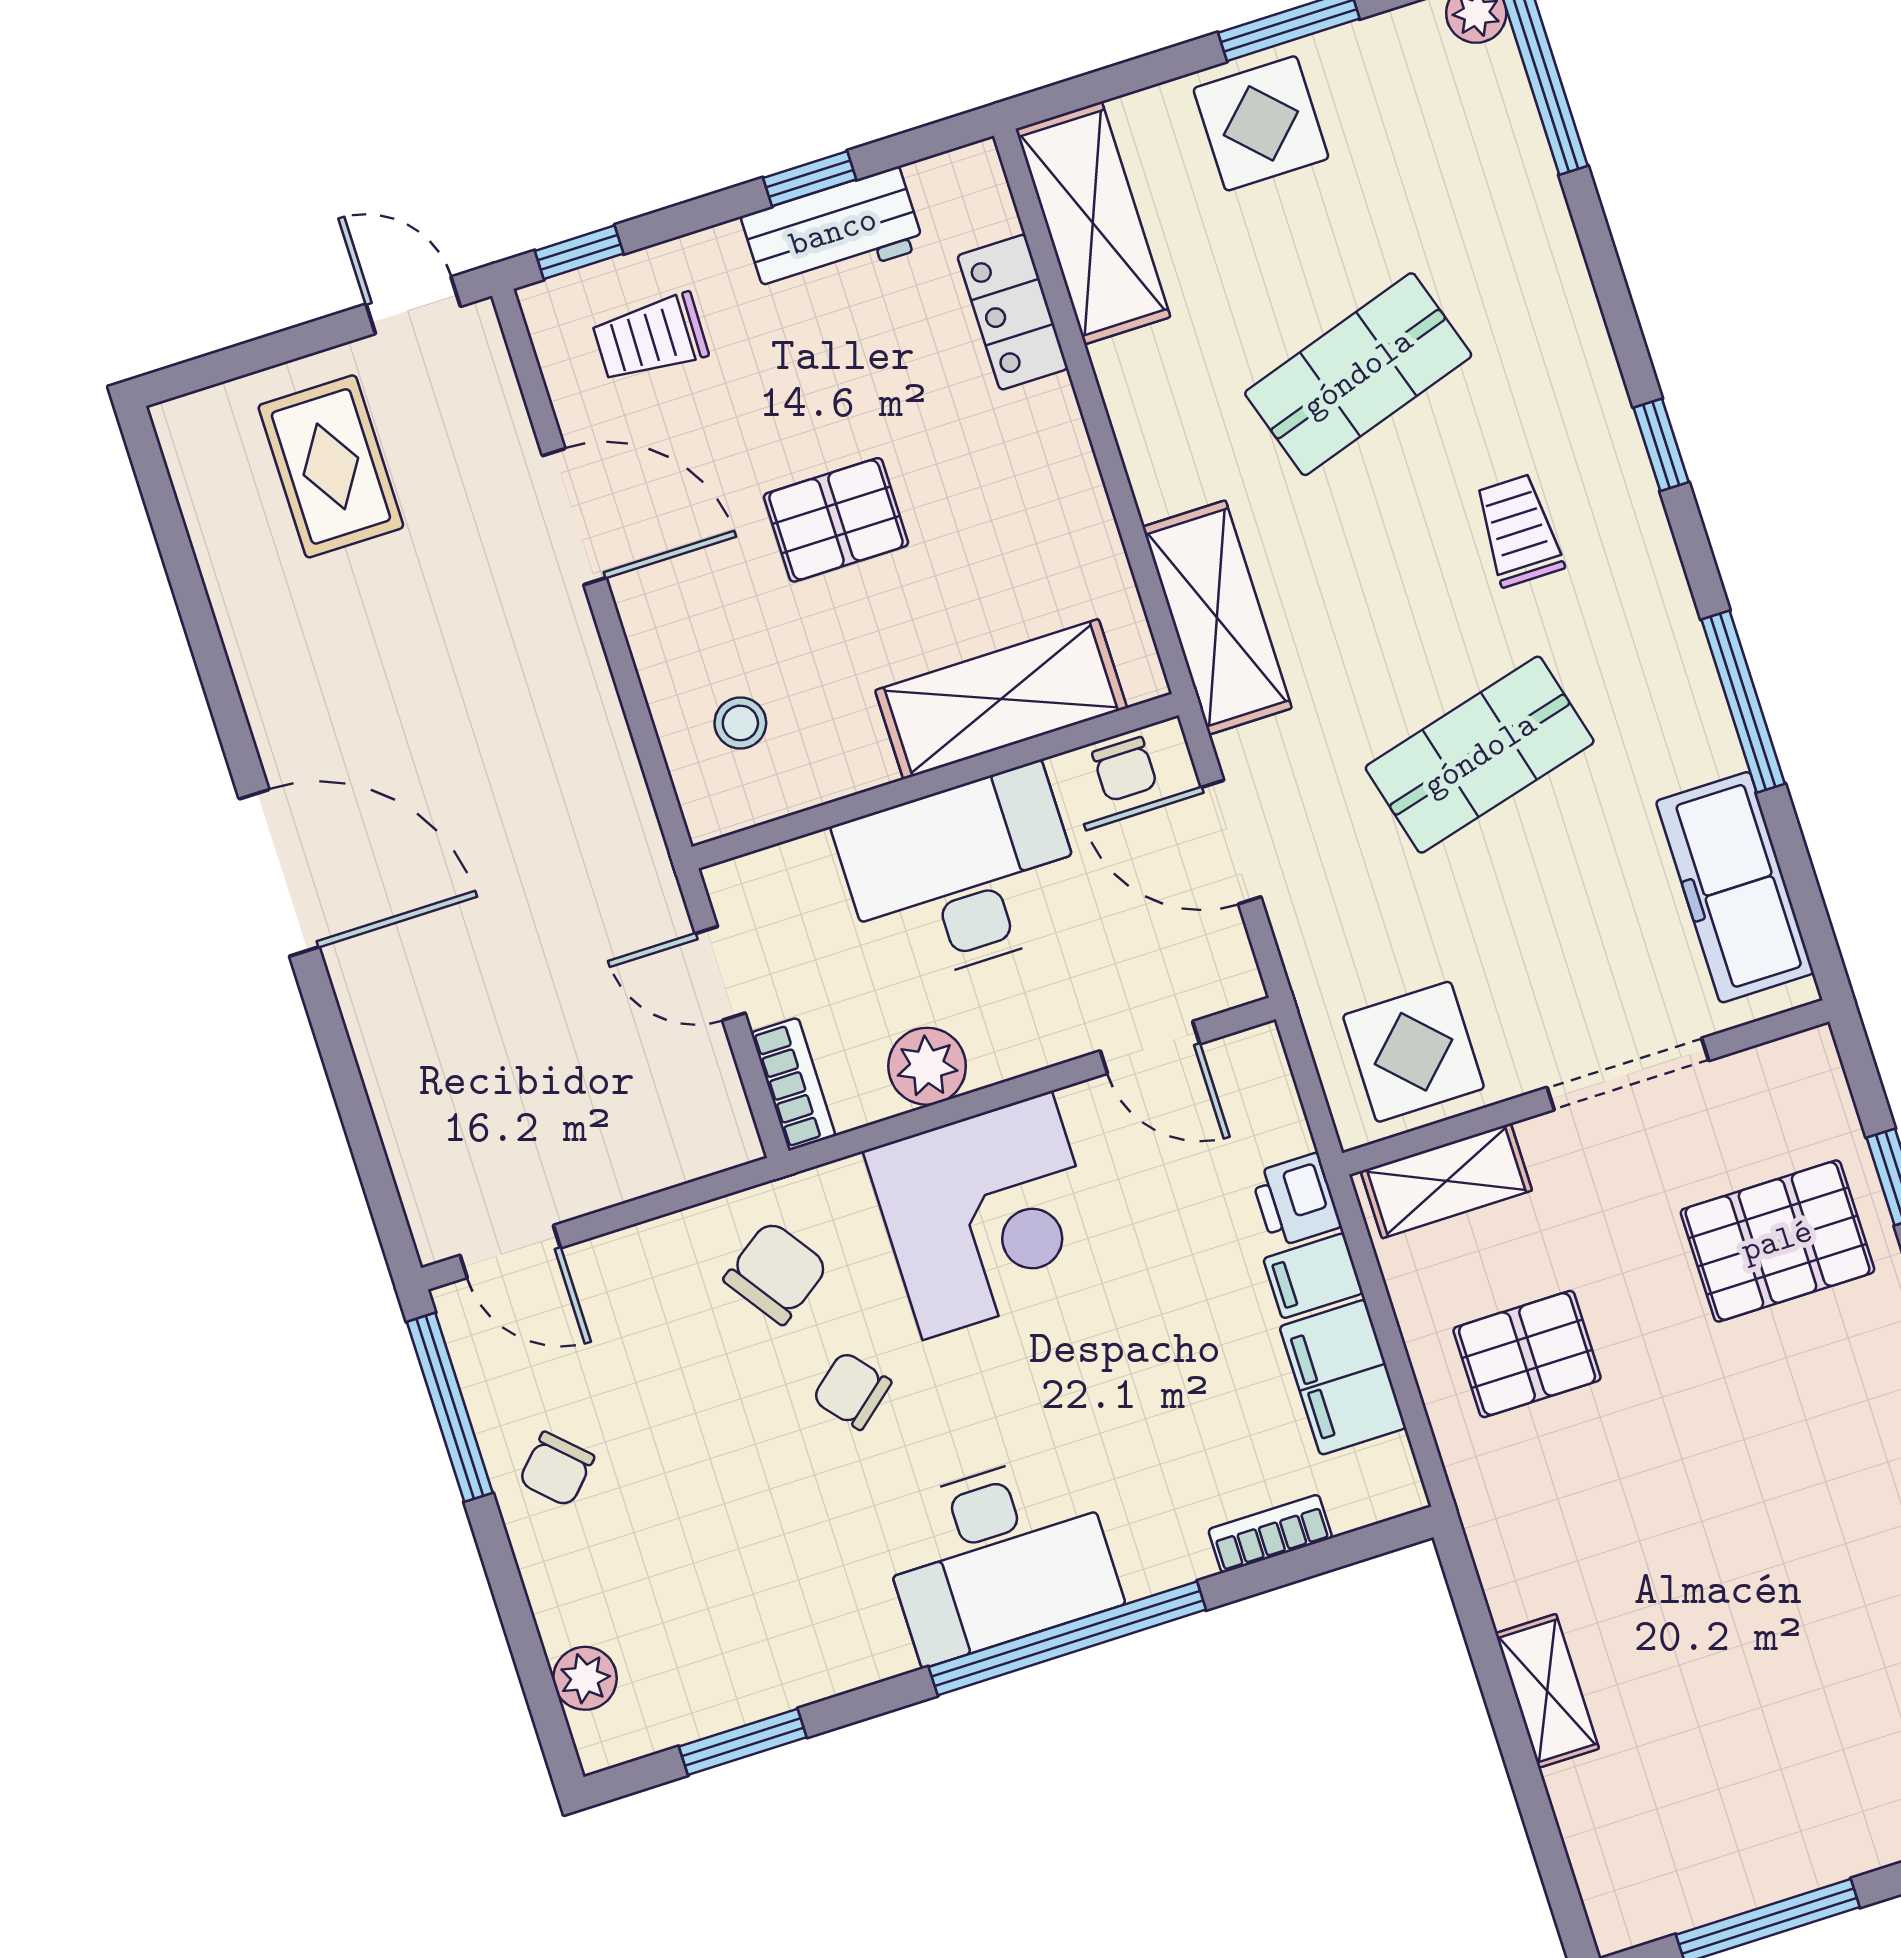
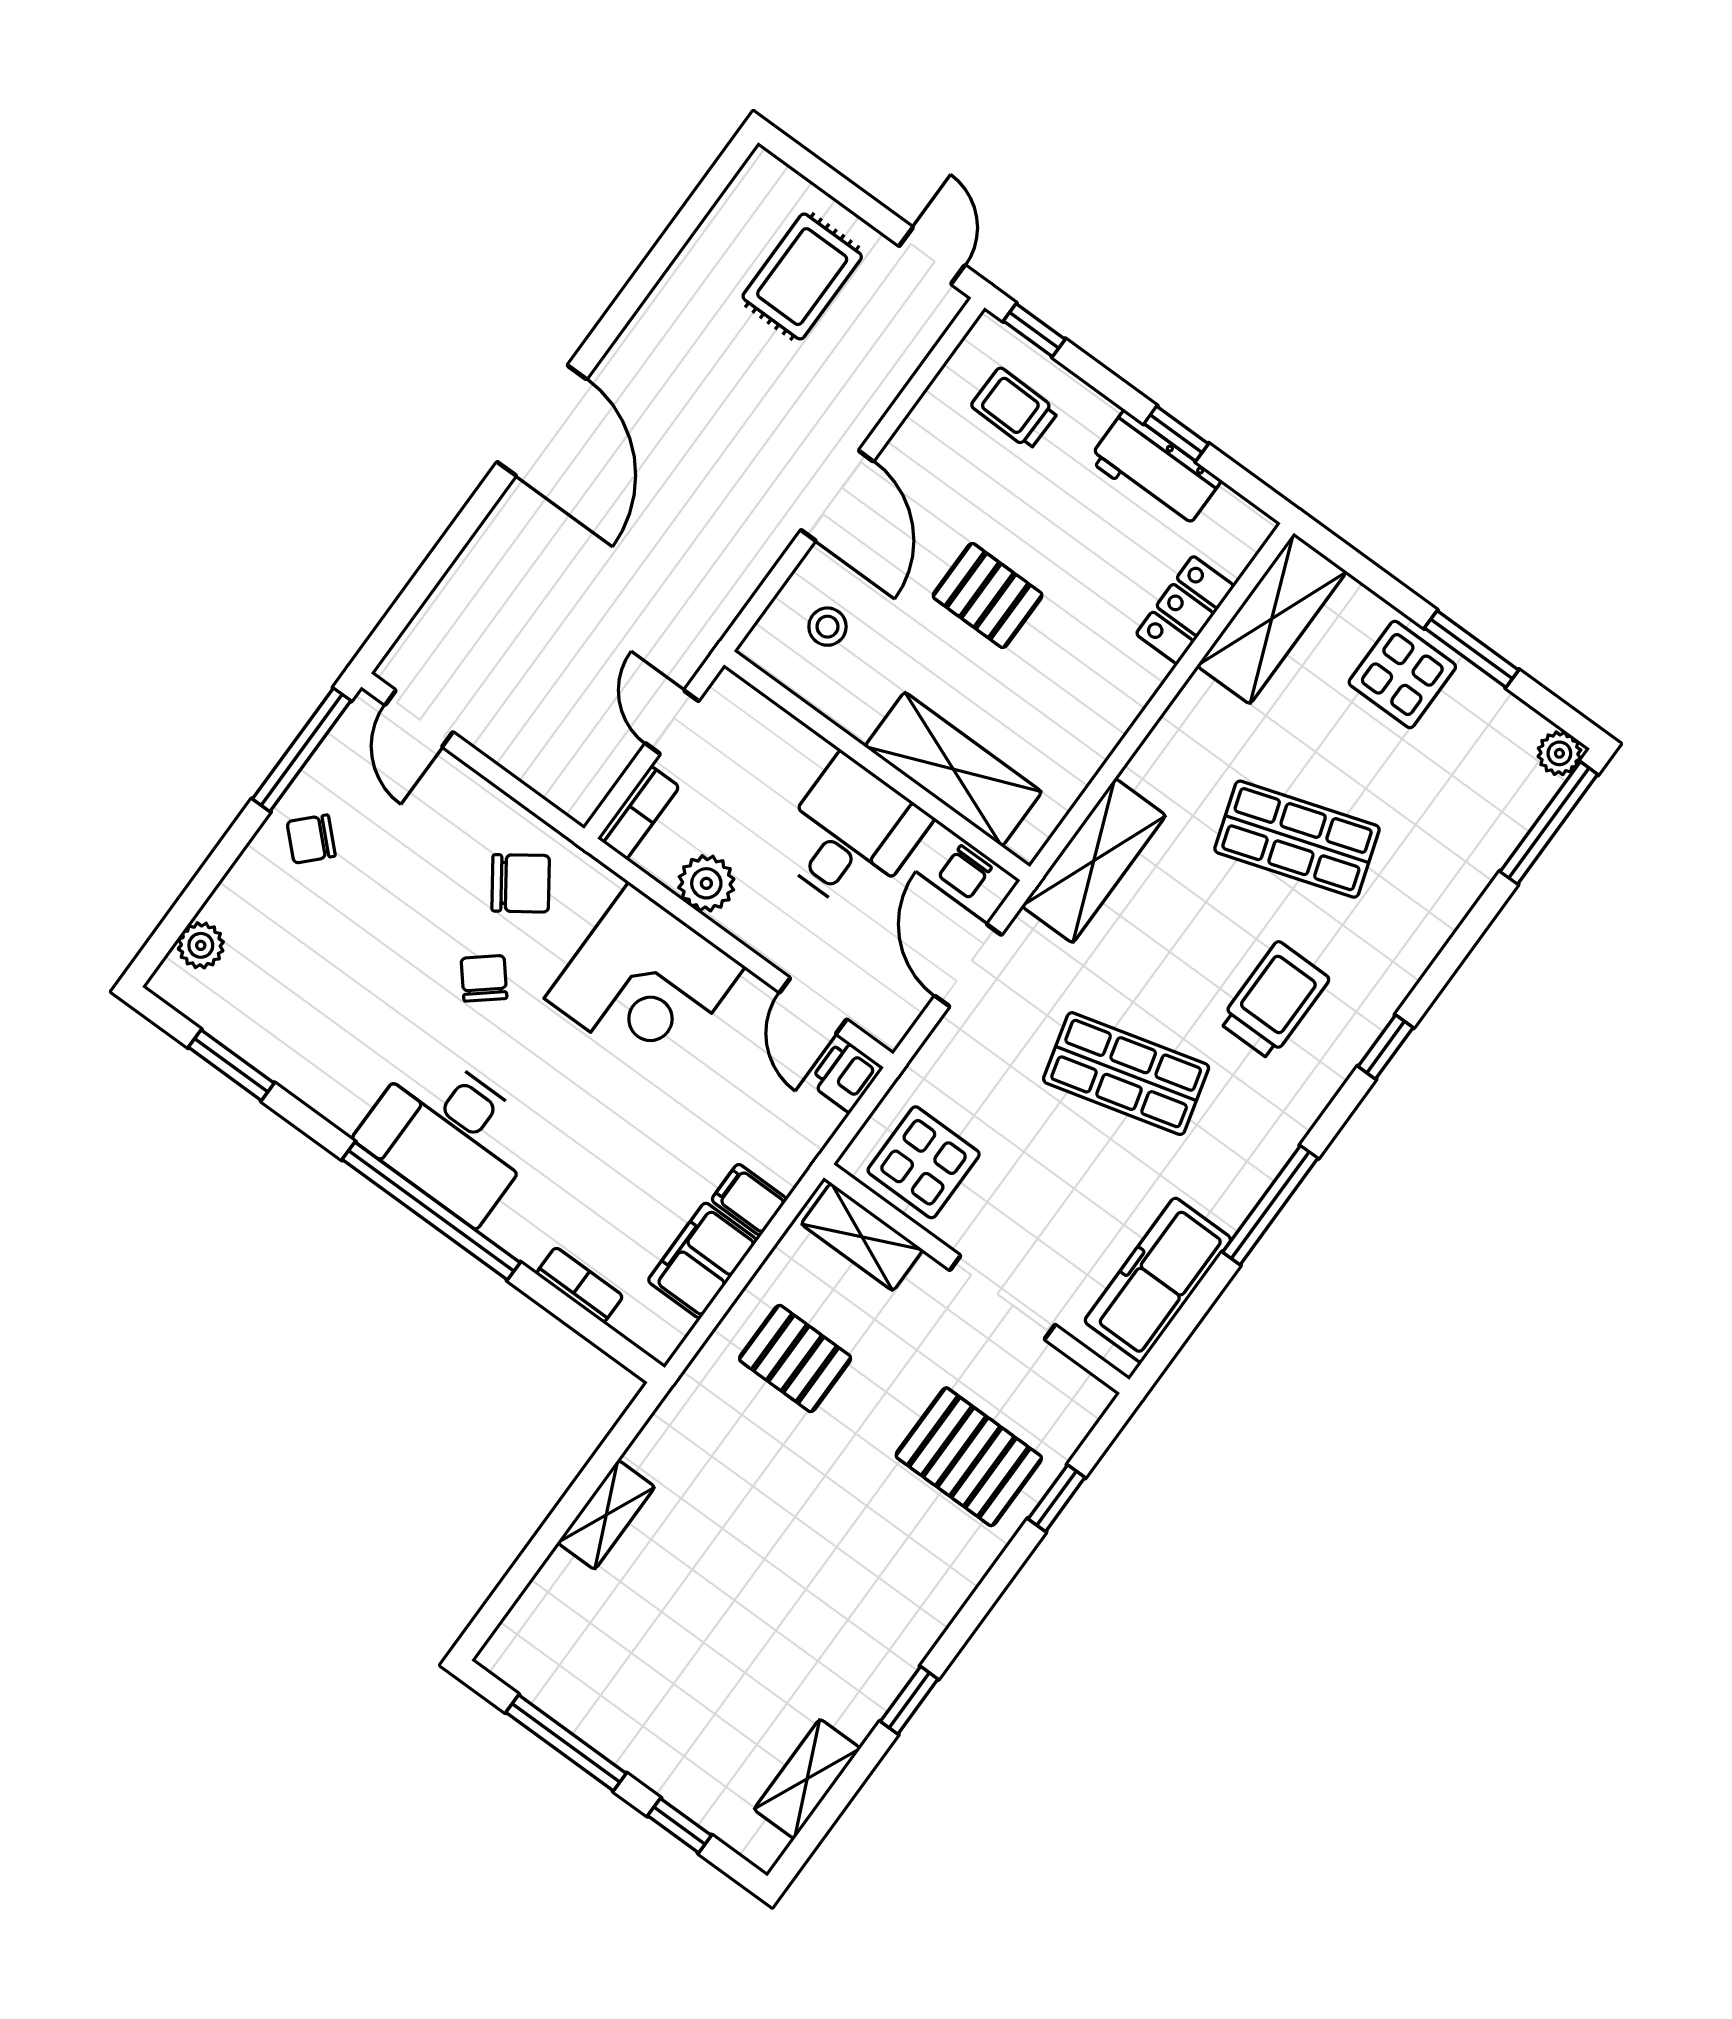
door: (574, 517) -> (837, 496), moved
trolley: (1519, 530) -> (1274, 1000), width x1.36, depth x1.39
desk: (962, 876) -> (851, 835), width x0.73
printer: (1296, 1200) -> (846, 1075), moved

